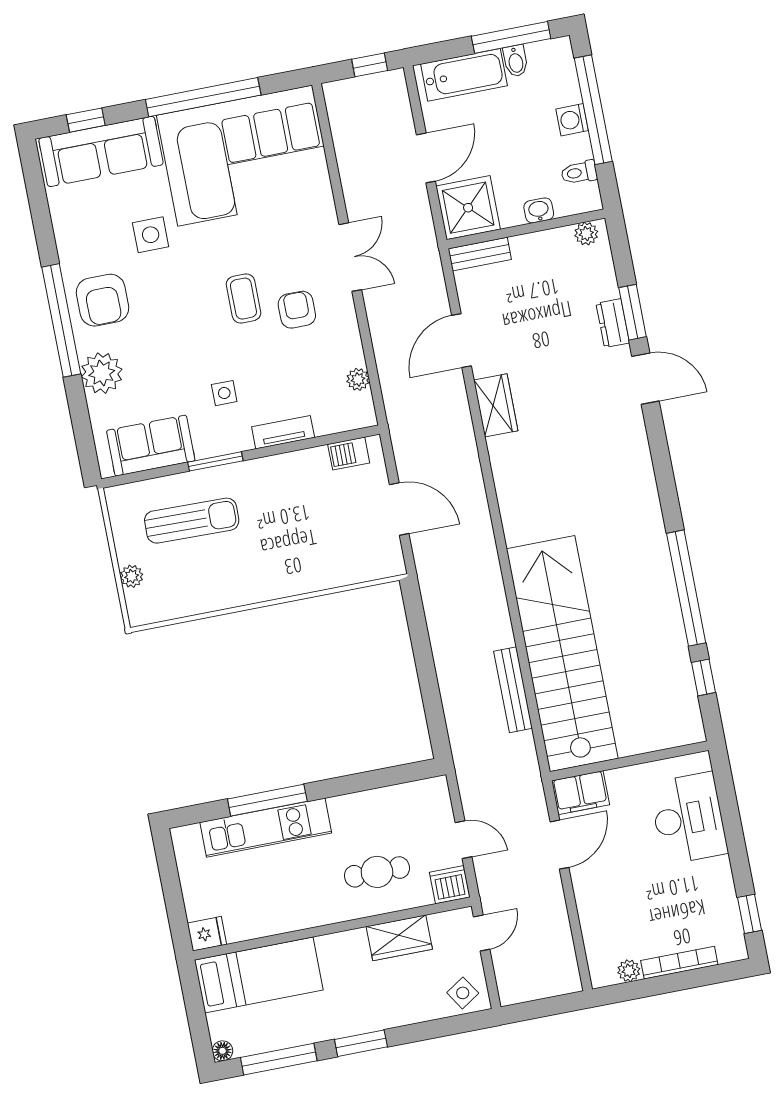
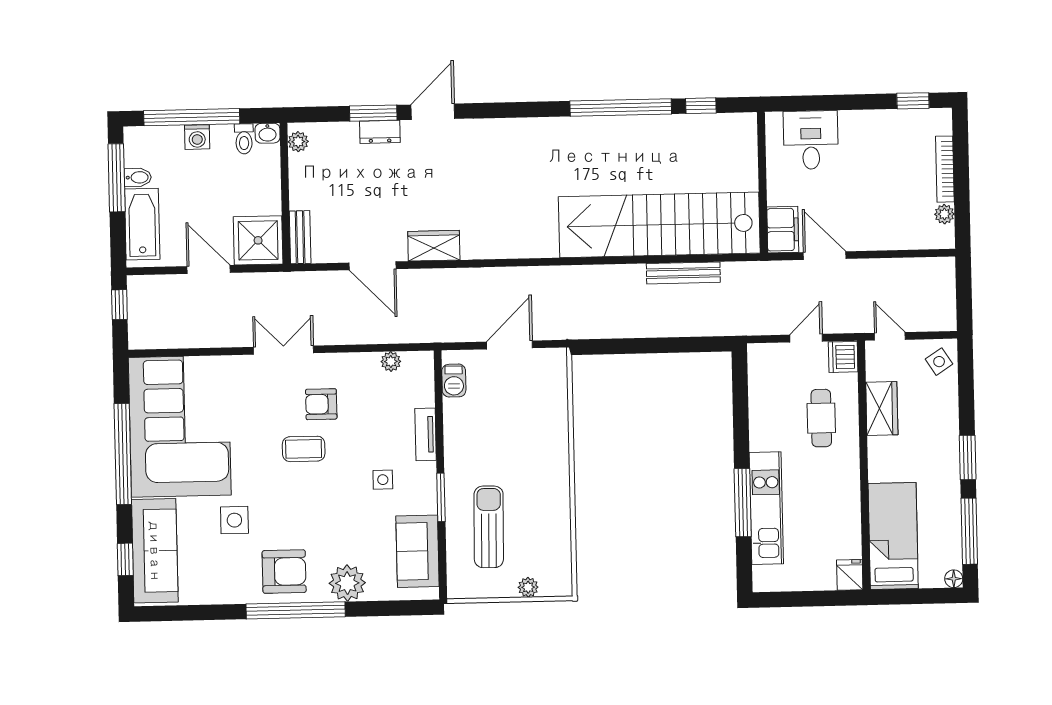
washbasin: (539, 210) -> (268, 133), moved, turned -90
desk: (688, 818) -> (811, 140), width x0.73

